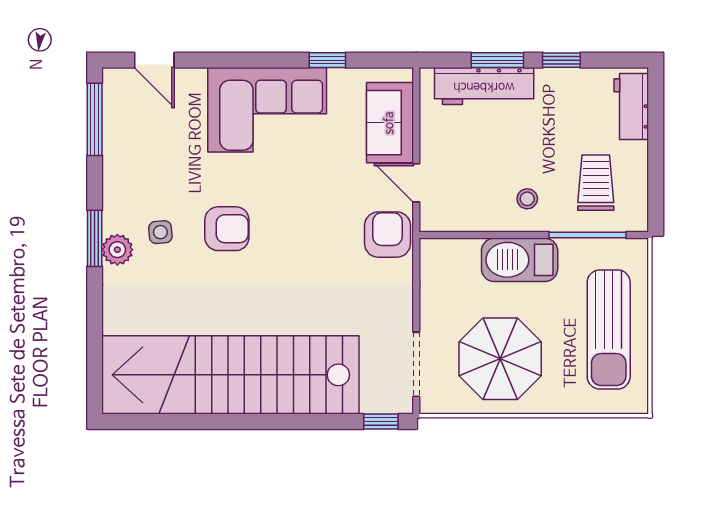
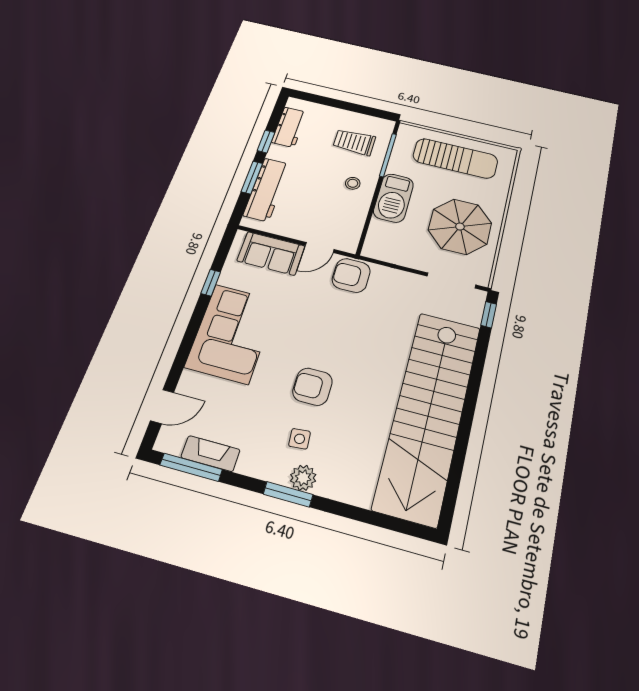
workbench: (631, 106) -> (289, 127), moved, turned -90
fireplace: (116, 136) -> (211, 454), added
armchair: (227, 229) -> (312, 387), turned -90

